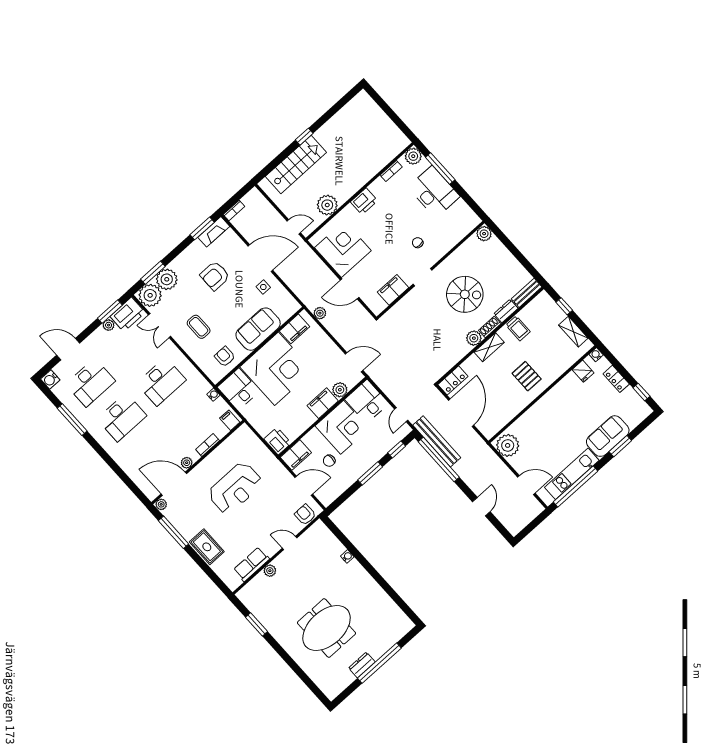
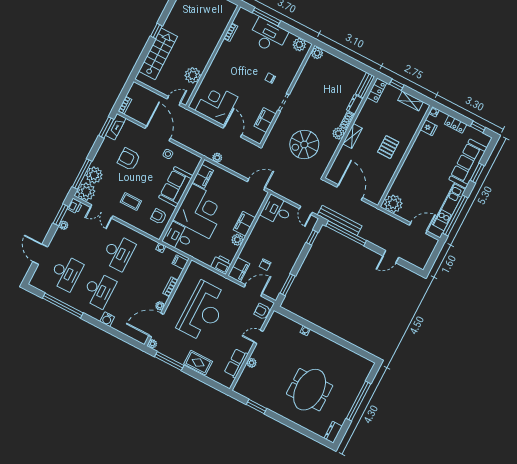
plant: (413, 156) -> (299, 45), moved
printer: (364, 201) -> (219, 62), removed
door: (260, 258) -> (158, 133), hinge flipped
window: (153, 273) -> (82, 174), width x1.44
armchair: (215, 276) -> (129, 159), turned 90
door: (350, 289) -> (232, 131), swing flipped
spiral stairs: (465, 294) -> (304, 145), moved, turned 180
printer: (128, 314) -> (75, 206), width x0.53, depth x0.68
trolley: (518, 328) -> (369, 114), removed
door: (68, 349) -> (40, 254), hinge flipped
pallet: (527, 376) -> (388, 147), turned 90
water cooler: (50, 379) -> (107, 319), moved
locker: (453, 380) -> (377, 90), moved
plant: (340, 390) -> (237, 240), moved
window: (72, 420) -> (63, 306), width x1.46
corner desk: (342, 427) -> (265, 236), removed
sofa: (608, 436) -> (468, 164), width x1.36
window: (370, 473) -> (288, 285), moved
reception desk: (235, 488) -> (203, 311), width x1.36, depth x1.30
door: (481, 507) -> (391, 257), swing flipped
dresser: (362, 665) -> (333, 432), moved

